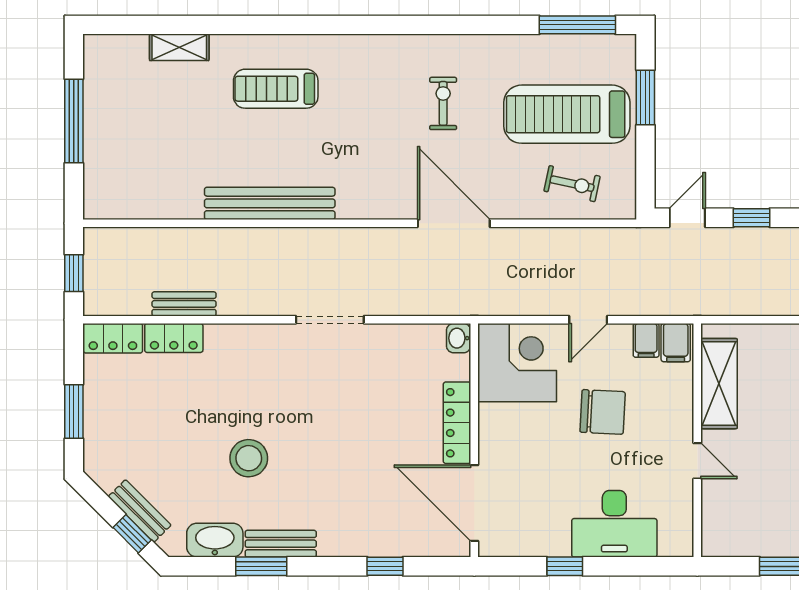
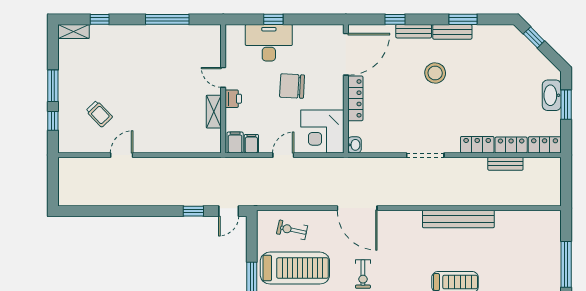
window: (74, 273) -> (566, 181), removed
locker: (235, 339) -> (477, 145), added
shelving: (719, 384) -> (214, 112), width x0.67, depth x0.75
chair: (603, 412) -> (292, 86), moved
printer: (679, 422) -> (233, 99), added
stool: (249, 458) -> (435, 73), moved
door: (474, 503) -> (346, 54), hinge flipped
bench: (140, 511) -> (414, 31), moved, turned -45
washbasin: (215, 540) -> (552, 95), moved, turned 90
window: (565, 566) -> (273, 19), moved

